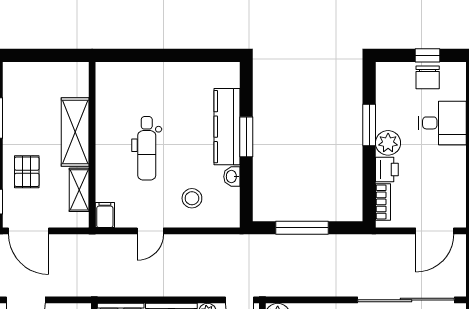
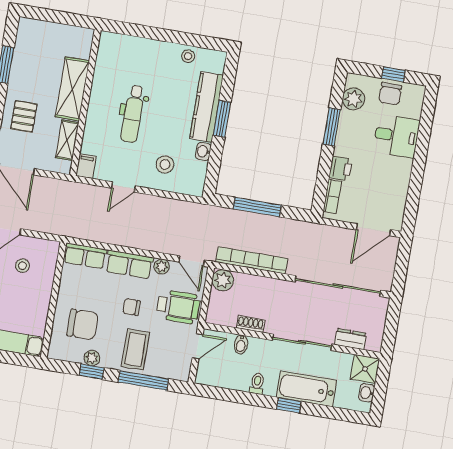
stool: (197, 74) -> (188, 56), added
plant: (388, 143) -> (354, 99), moved
bookcase: (306, 288) -> (252, 260), added

